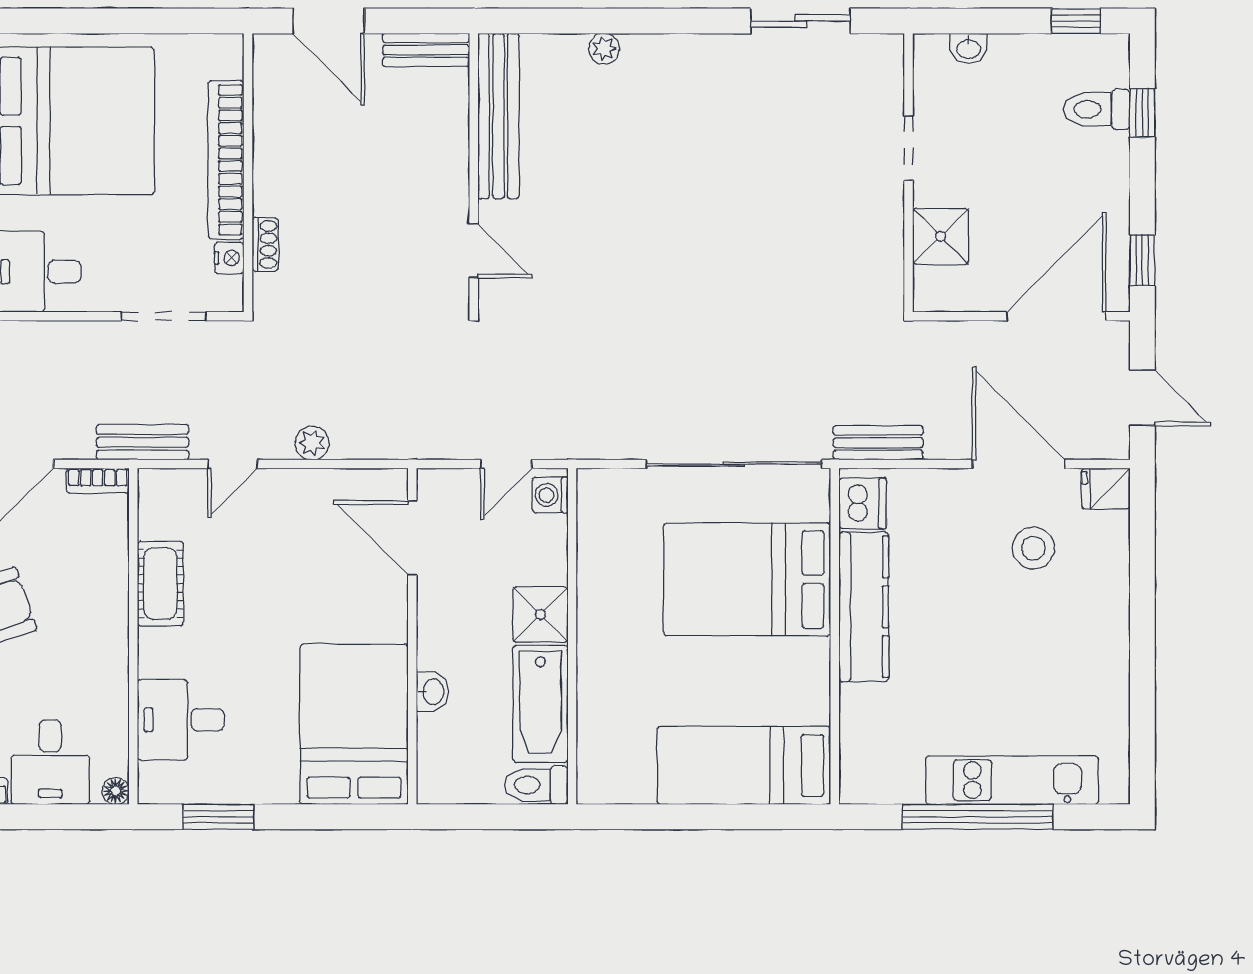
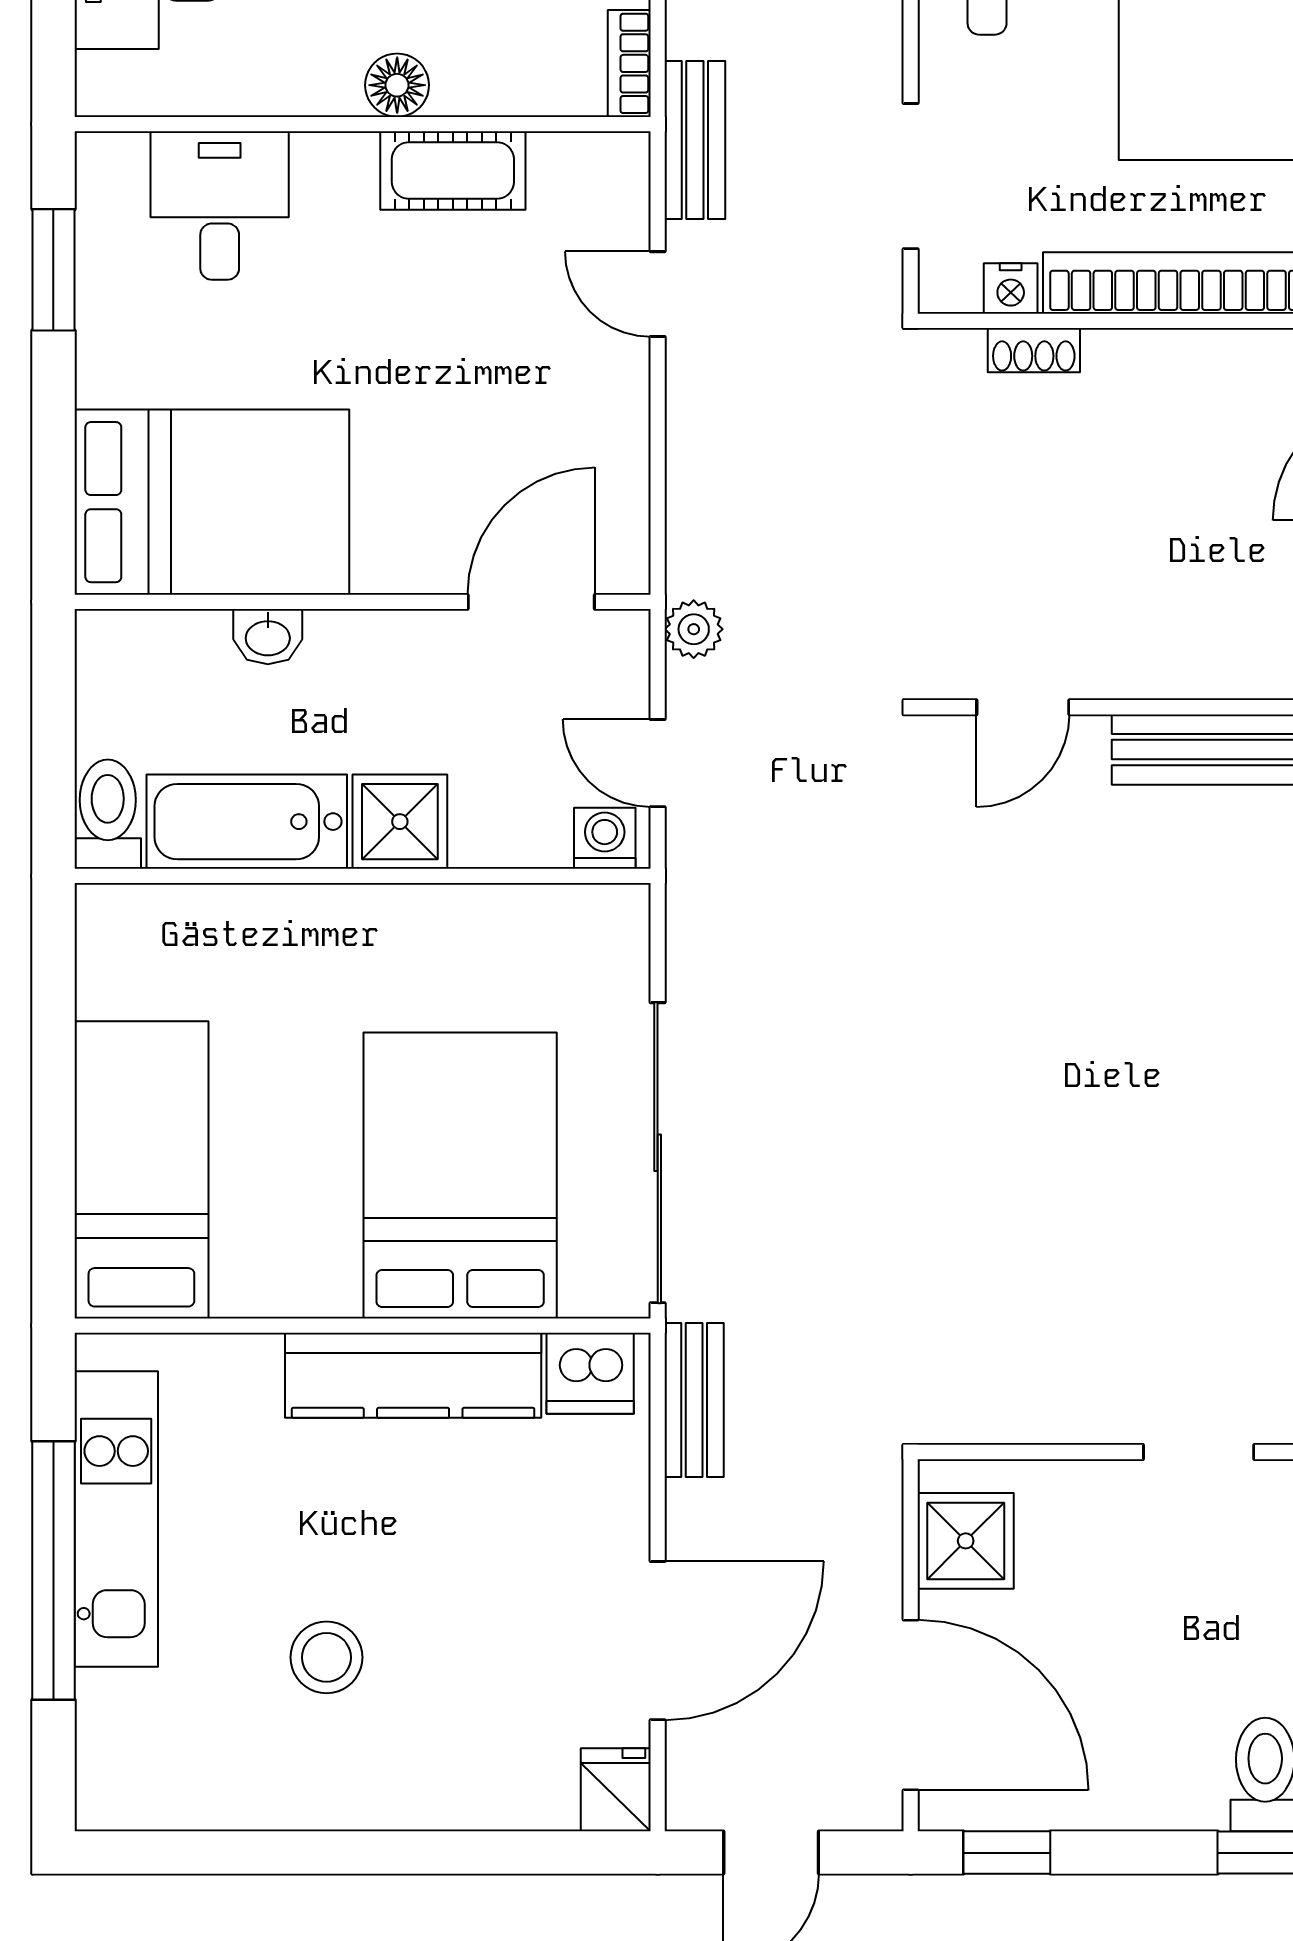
shower: (941, 236) -> (966, 1541), moved
plant: (312, 443) -> (694, 629), moved
stool: (1034, 548) -> (326, 1657), moved
kitchen unit: (1012, 780) -> (116, 1519), moved
floor lamp: (116, 791) -> (397, 85), moved, width x1.37, depth x1.37

